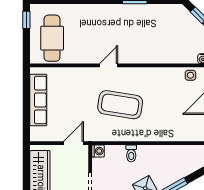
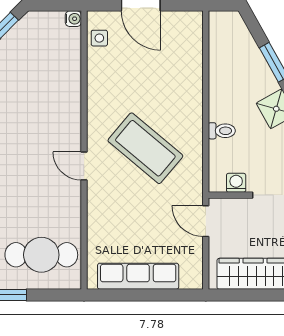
coffee table: (120, 105) -> (145, 148), turned -59
washing machine: (98, 151) -> (236, 183), moved

